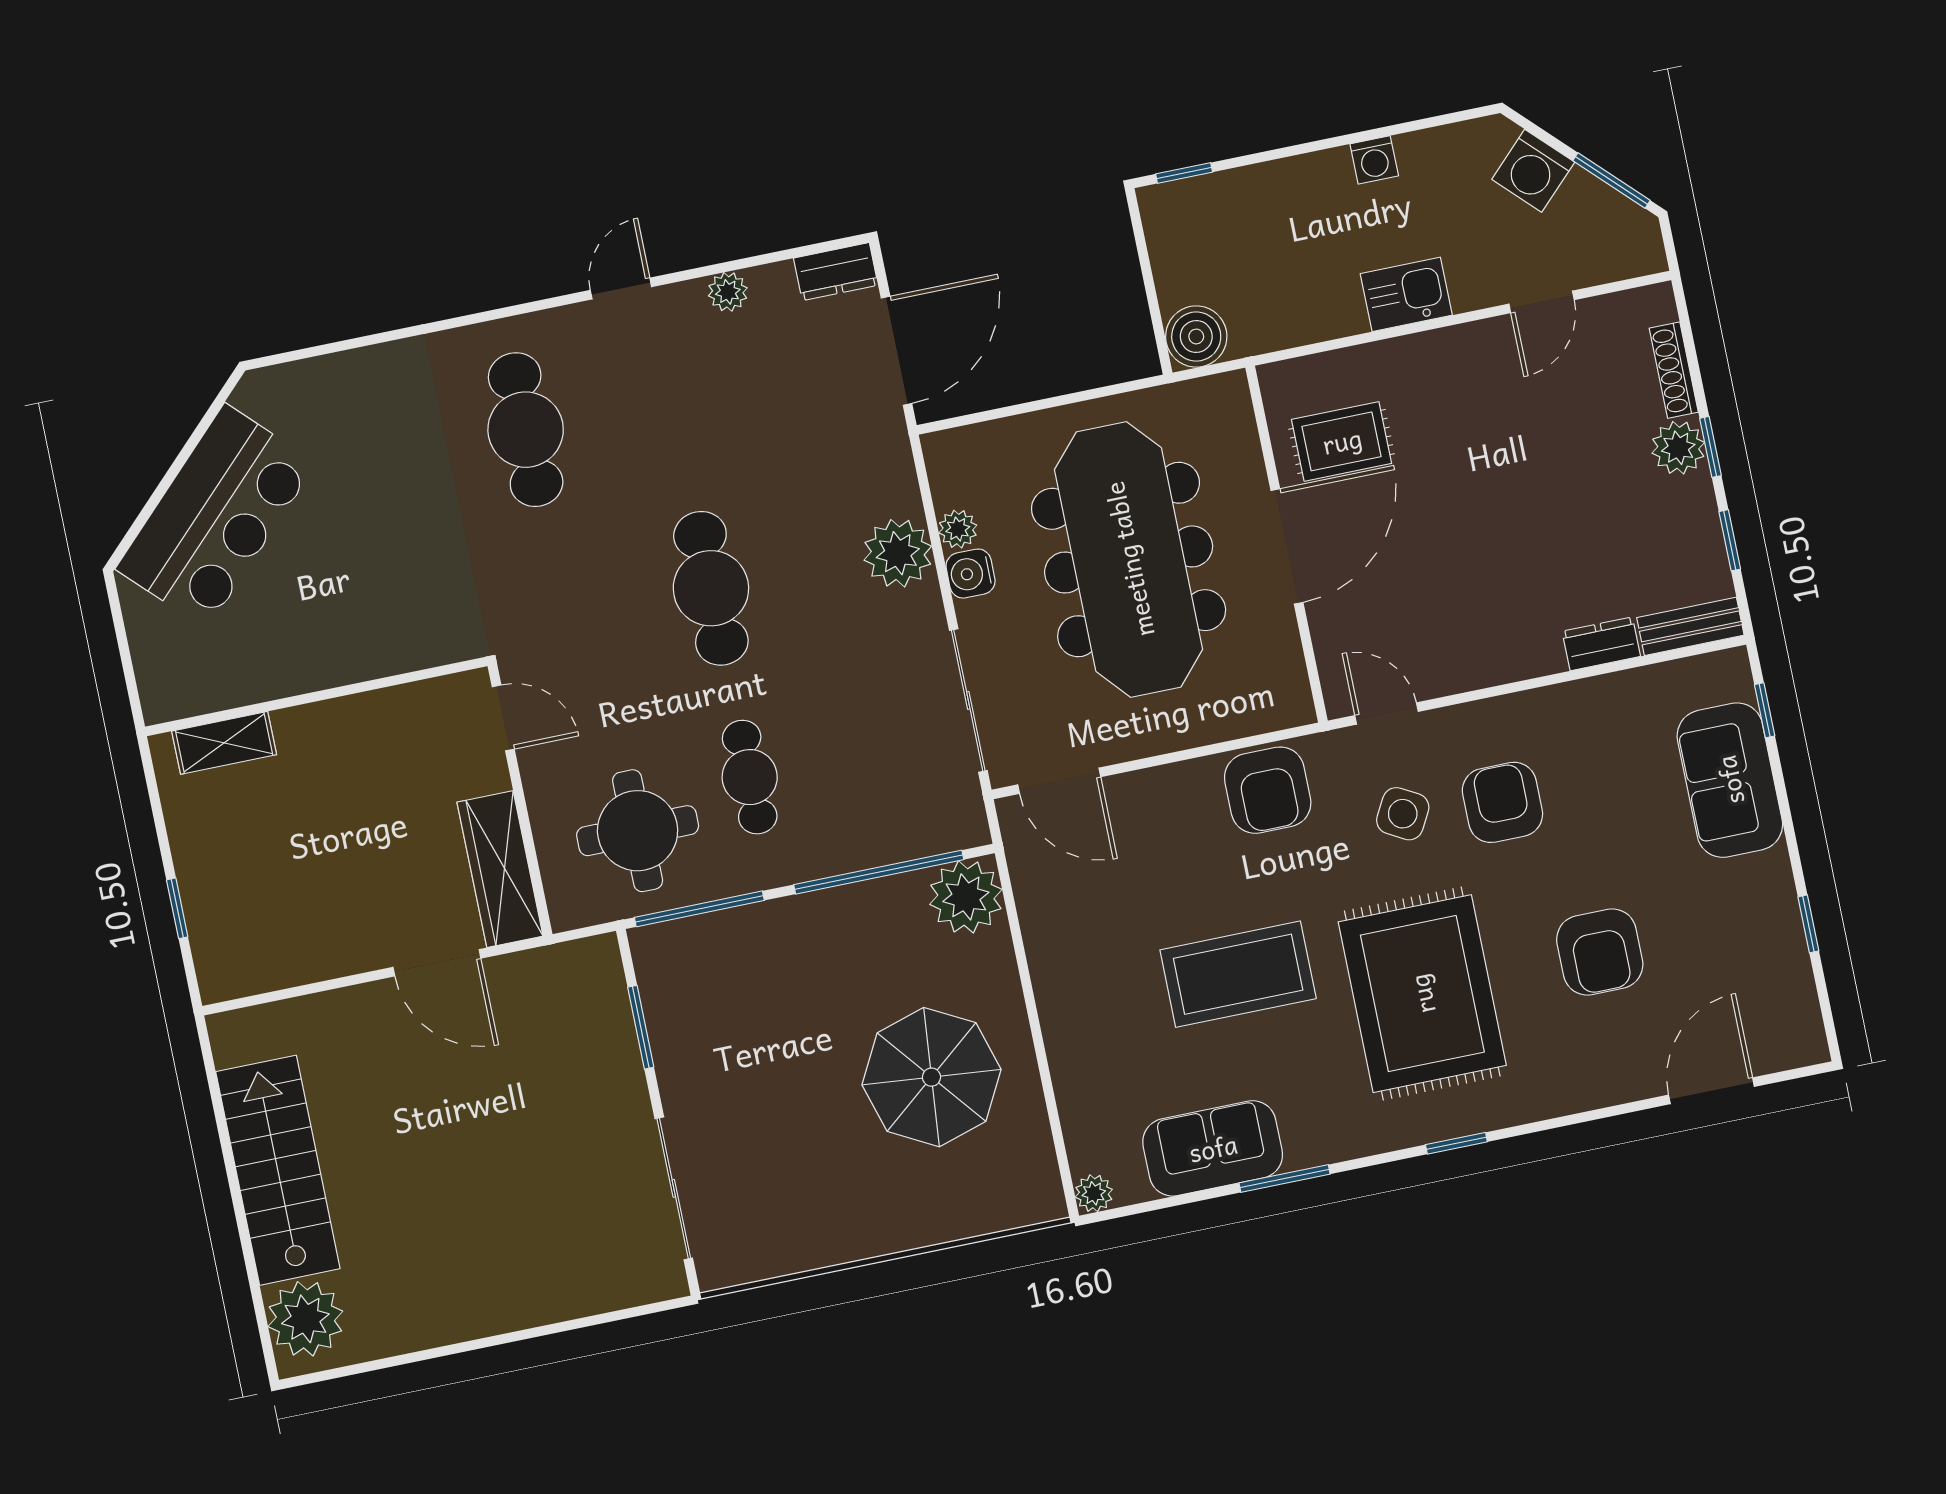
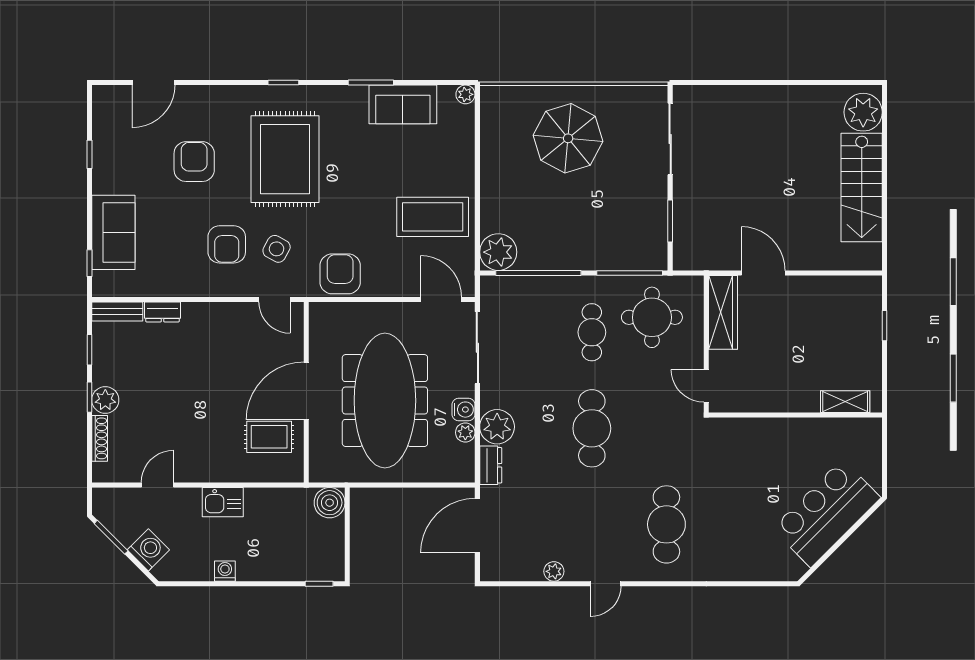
dresser: (836, 272) -> (491, 465), moved, turned 90
coffee table: (1238, 974) -> (433, 217), moved
parasol: (932, 1077) -> (568, 138), moved

